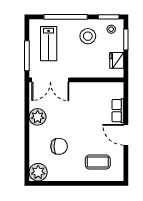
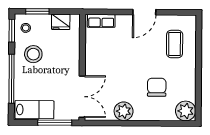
lab bench: (49, 44) -> (34, 110), moved
row of seats: (118, 111) -> (101, 21), moved

